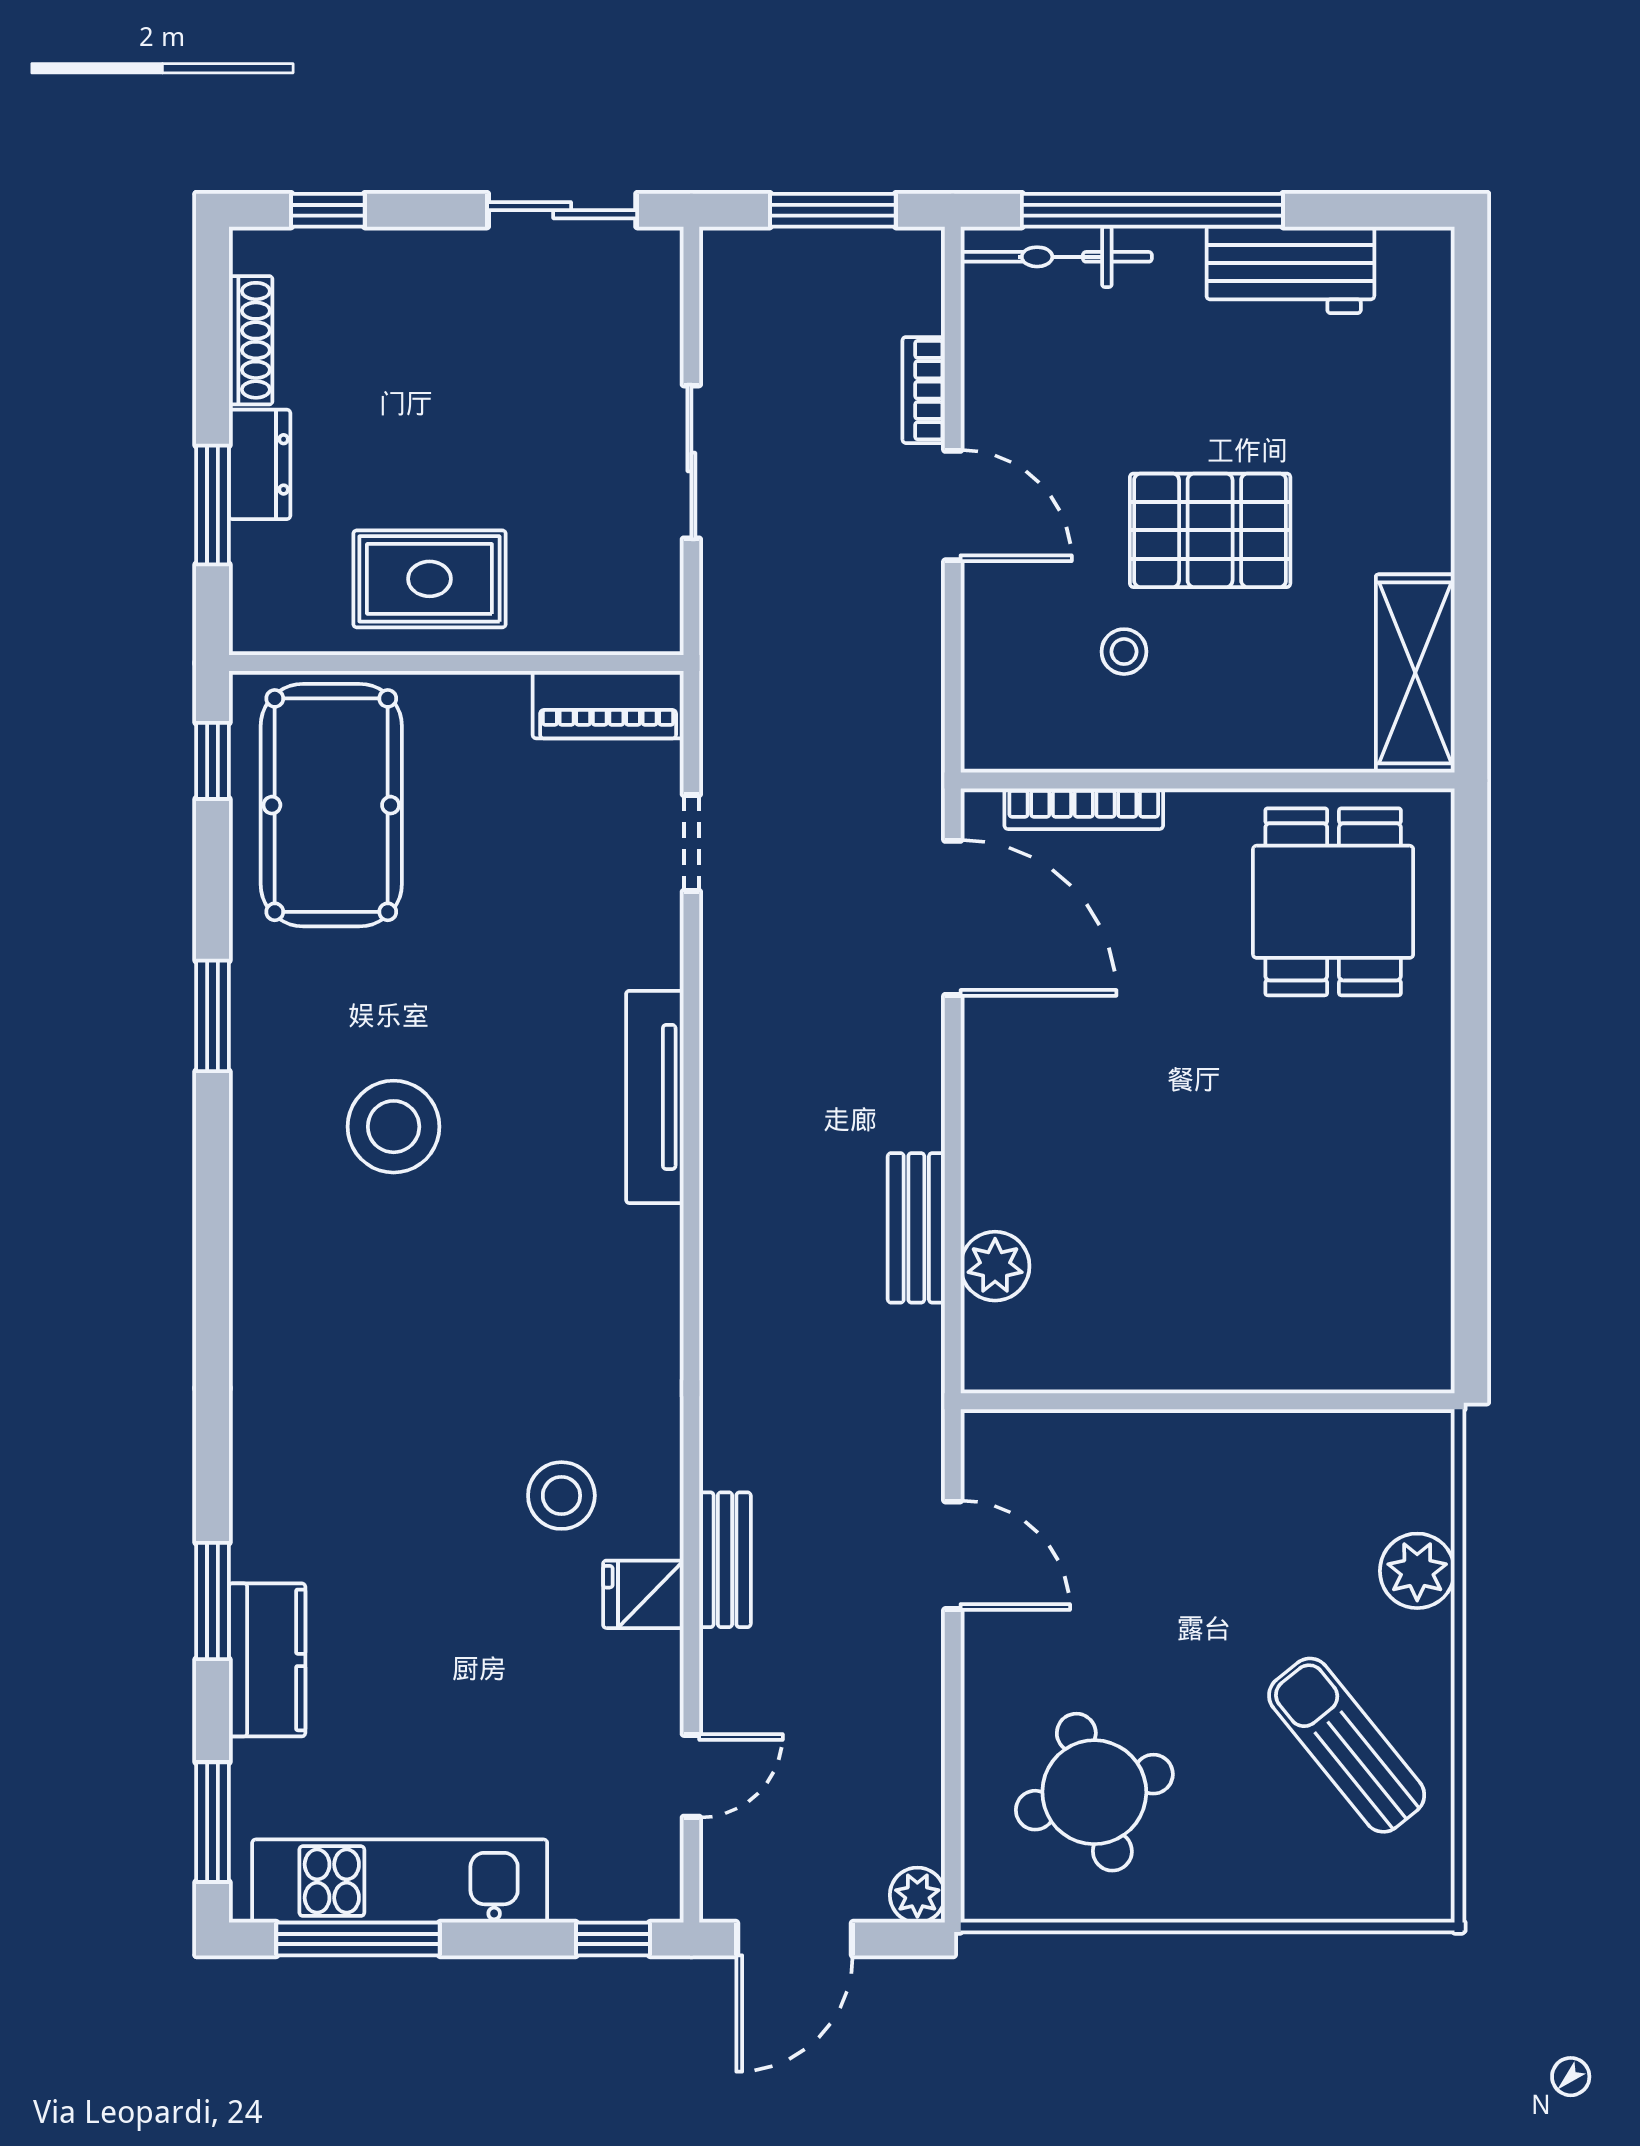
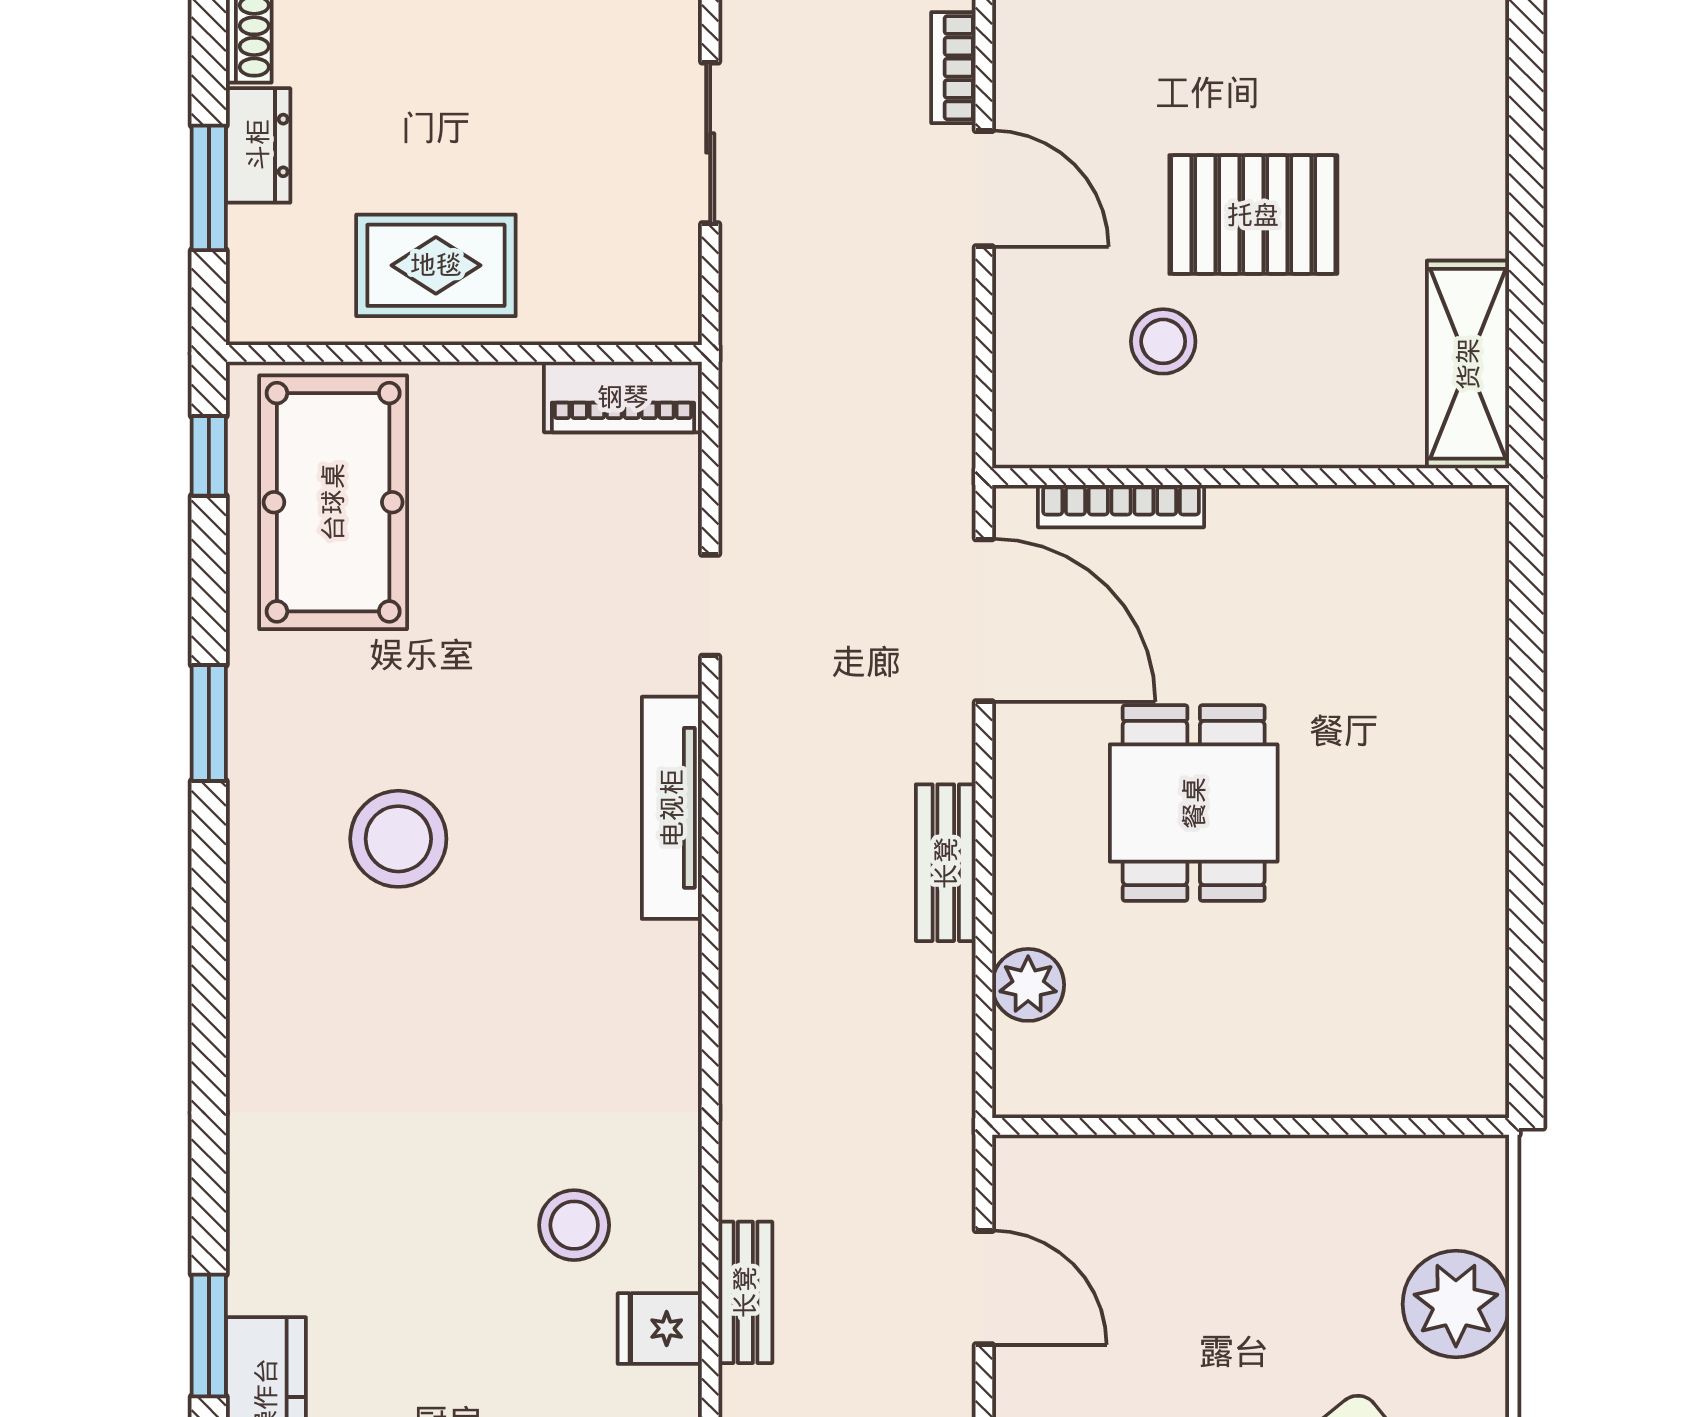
stool: (1124, 652) -> (1163, 341), width x1.37, depth x1.37
doorway: (691, 843) -> (710, 605), moved
dining table: (1333, 902) -> (1194, 803), moved
bench: (916, 1228) -> (946, 863), moved
plant: (1417, 1571) -> (1456, 1304), width x1.36, depth x1.36

